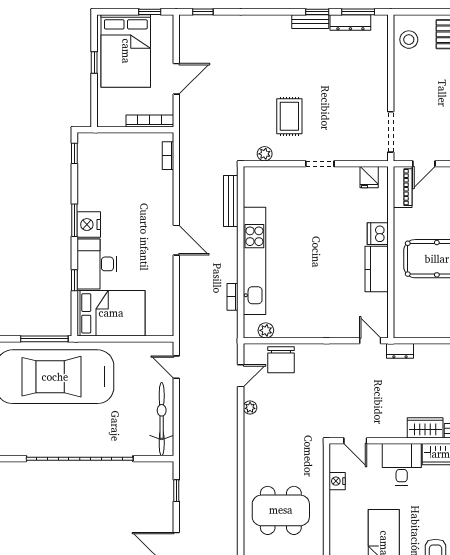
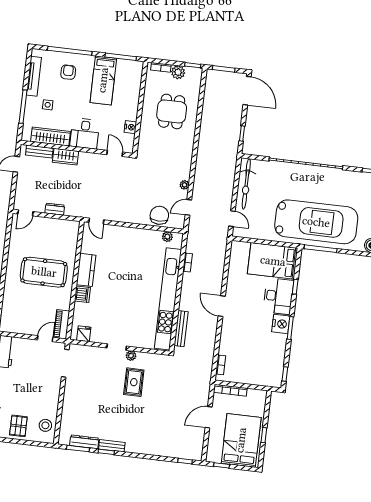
plant: (265, 154) -> (131, 356), moved
kitchen unit: (254, 261) -> (168, 299), width x1.36
dresser: (400, 351) -> (55, 209), moved
dining table: (281, 510) -> (172, 111), width x0.73

